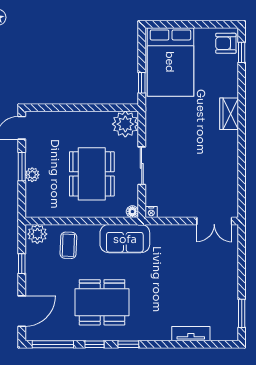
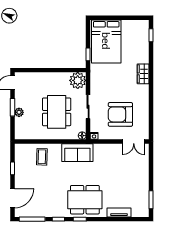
armchair: (226, 43) -> (120, 114), moved, width x1.88, depth x1.88
plant: (37, 234) -> (22, 150), removed
dining table: (102, 302) -> (85, 200), moved

